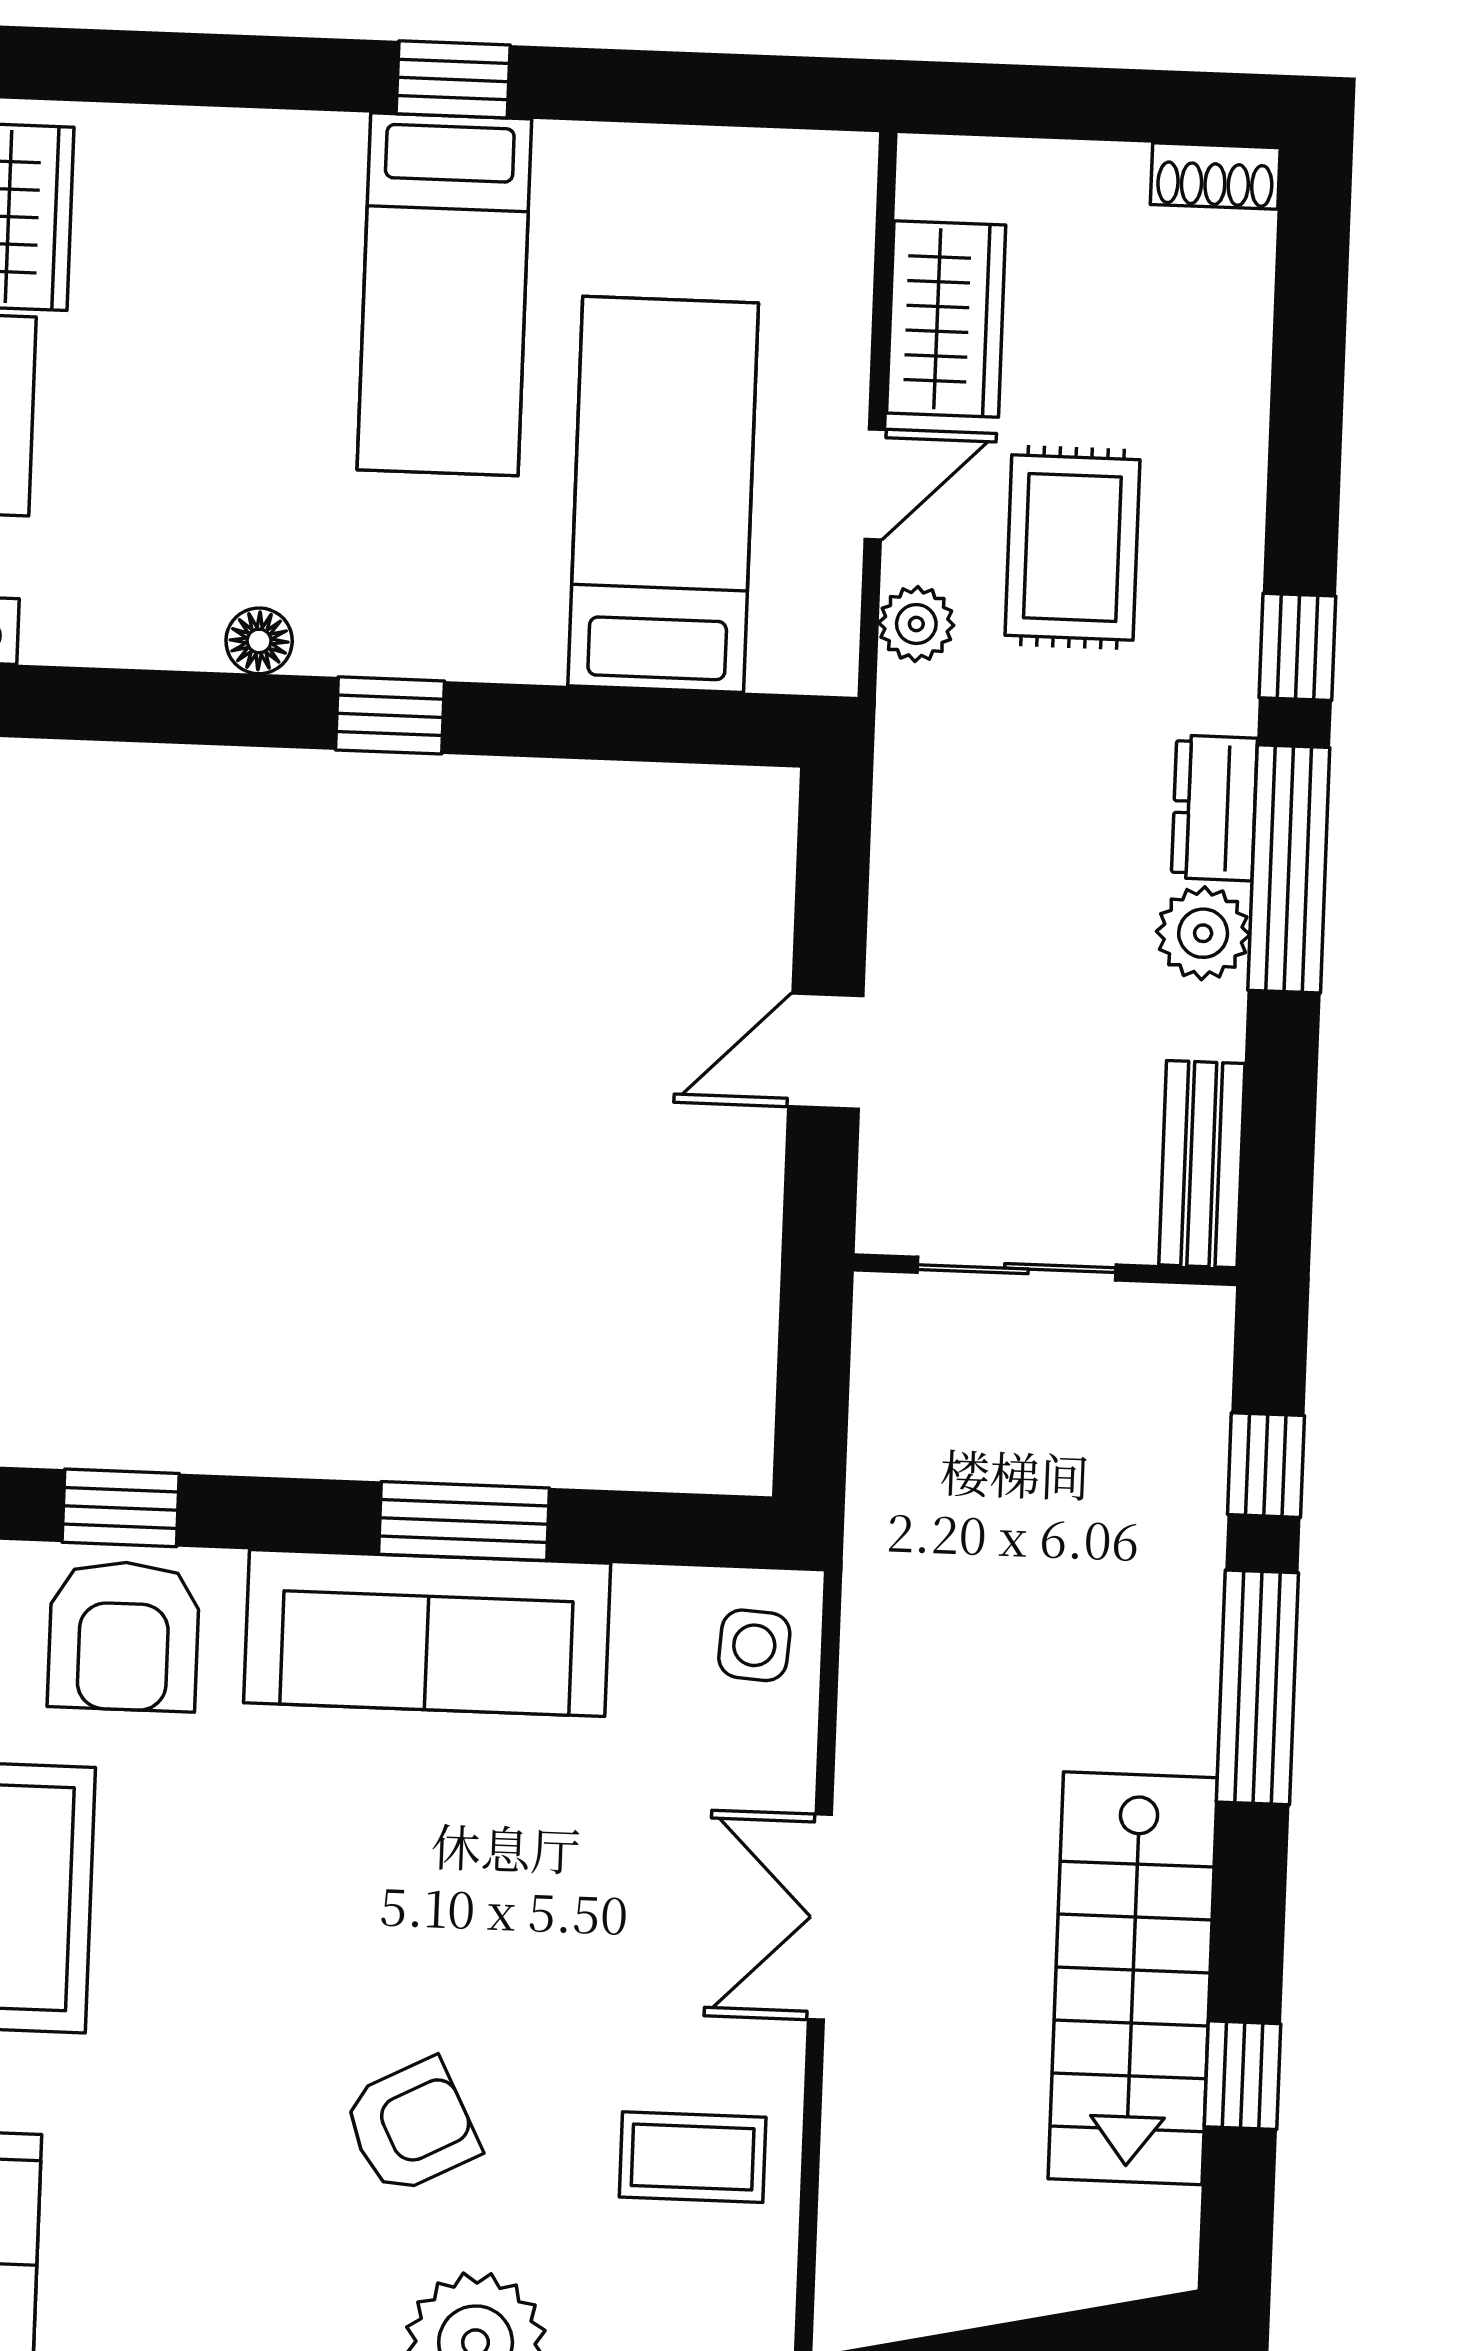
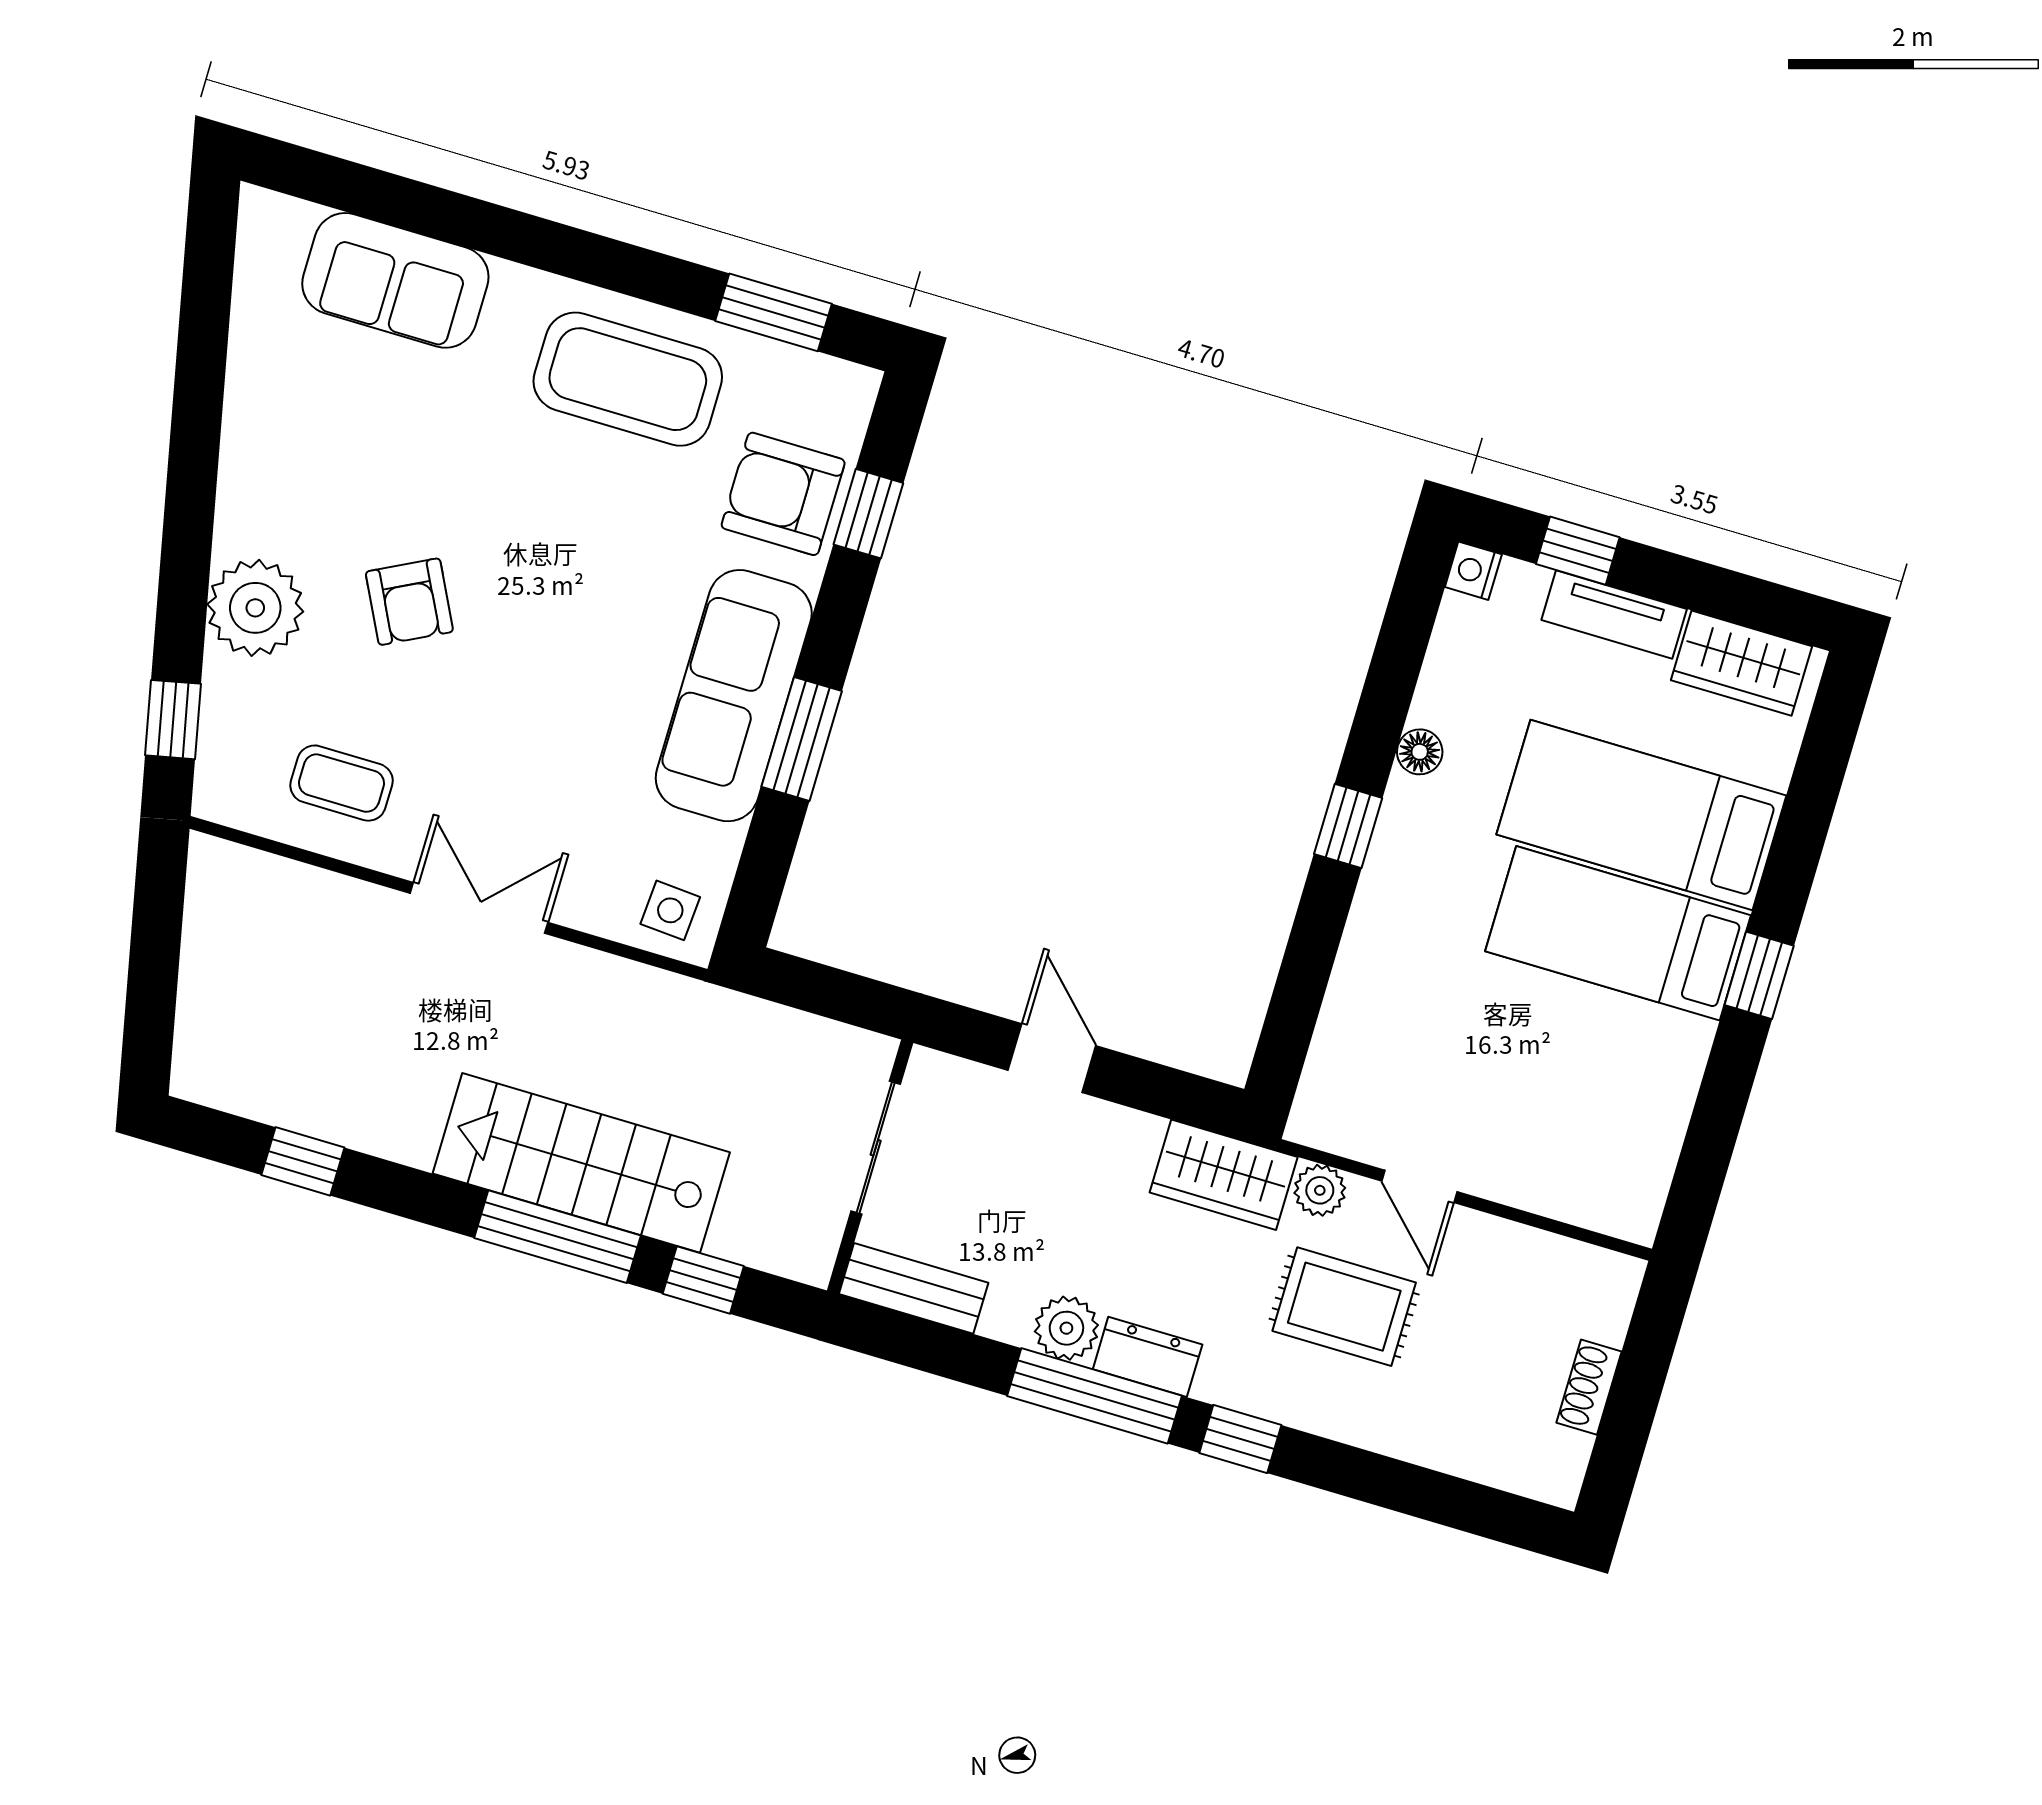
shoe rack: (1215, 176) -> (1589, 1387), moved
wardrobe: (946, 319) -> (1224, 1175), moved
bed: (663, 494) -> (1641, 815), moved, turned 180
stairs: (1133, 1978) -> (581, 1163), moved
coffee table: (693, 2157) -> (342, 783), turned 90

